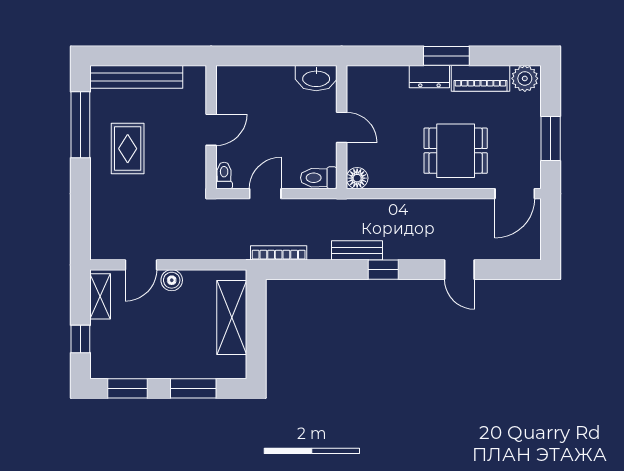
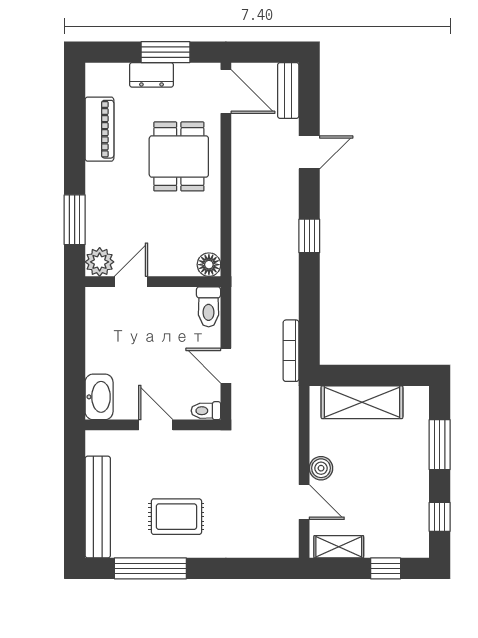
window: (446, 56) -> (75, 220), moved
dresser: (429, 77) -> (152, 75), moved, turned 90
washbasin: (316, 78) -> (99, 397), moved
plant: (525, 78) -> (100, 262), moved
door: (342, 127) -> (131, 282), moved
bench: (357, 250) -> (288, 90), moved
window: (127, 388) -> (440, 517), width x0.67

